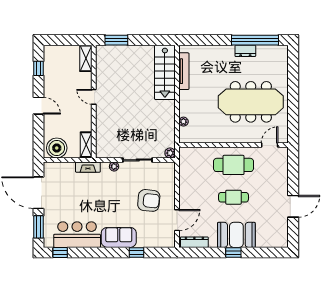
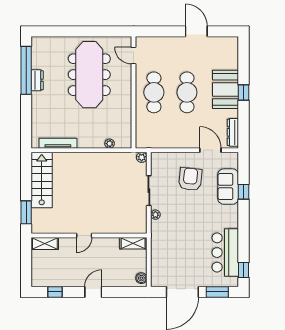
stairs: (165, 72) -> (42, 180), moved, turned -90
boiler: (57, 148) -> (141, 278), width x0.54, depth x0.54
fireplace: (88, 167) -> (156, 241), removed
cafe table: (233, 197) -> (187, 92), width x1.37, depth x1.35
sofa: (119, 237) -> (228, 187), moved

